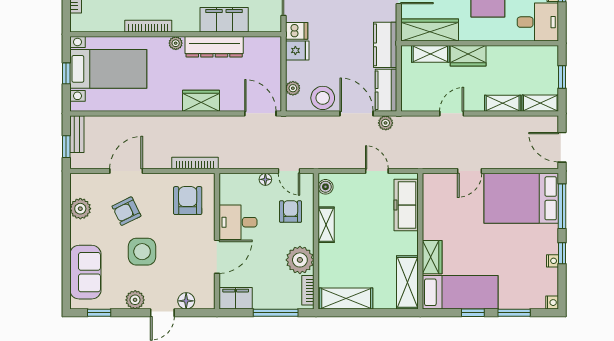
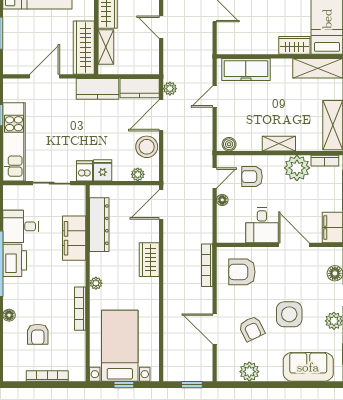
dresser: (214, 47) -> (99, 225), moved
bench: (77, 134) -> (180, 375), removed
shelving: (326, 225) -> (279, 144), moved

